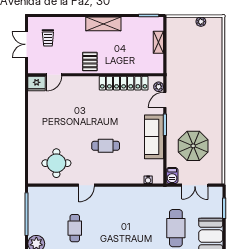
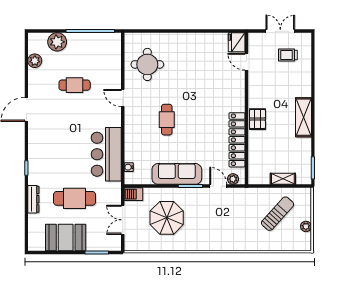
sun lounger: (189, 47) -> (278, 214), added
pallet: (90, 62) -> (257, 119), moved, turned 90
bar counter: (136, 200) -> (106, 154), added

